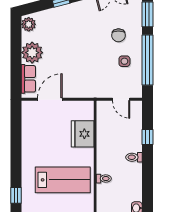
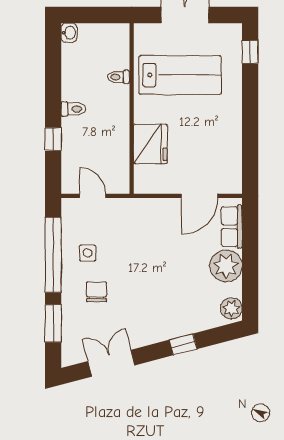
lab bench: (63, 180) -> (180, 75), turned 180

